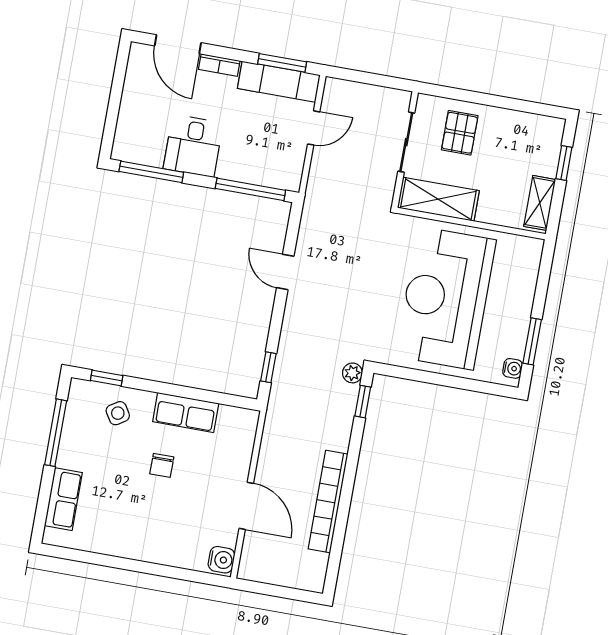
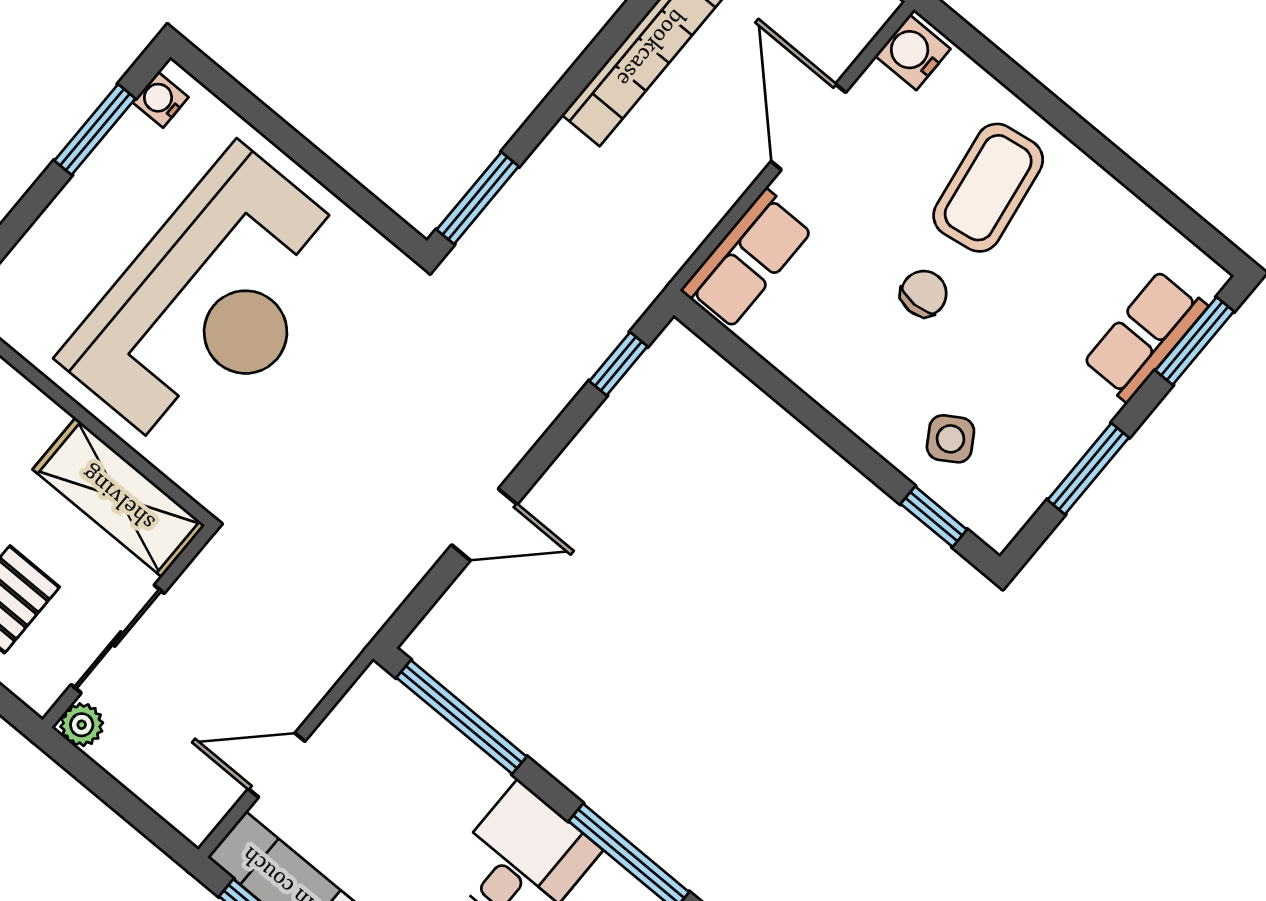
door: (285, 272) -> (484, 525), hinge flipped
plant: (352, 373) -> (82, 725), moved
window: (363, 402) -> (478, 198), width x1.50
row of seats: (186, 413) -> (747, 259), moved, turned 90
window: (56, 433) -> (1088, 469), width x0.69
window: (42, 508) -> (1195, 341), added
coffee table: (160, 523) -> (988, 188), added

